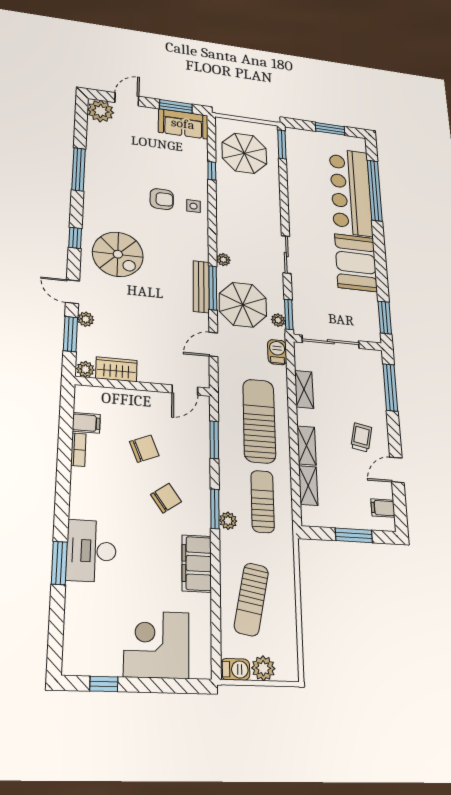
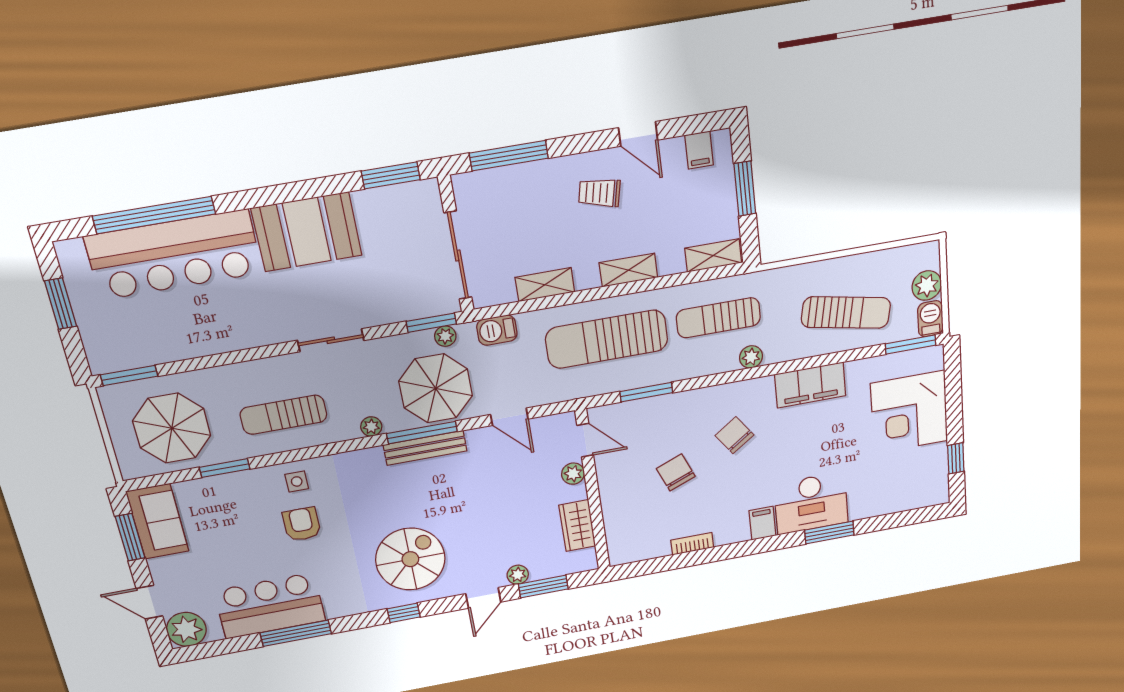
bar counter: (105, 162) -> (270, 606), added
window: (212, 171) -> (225, 468), width x1.50
sun lounger: (241, 214) -> (284, 415), added
plant: (85, 369) -> (573, 474), moved
filing cabinet: (86, 423) -> (762, 523), moved
shelving: (308, 486) -> (713, 256), moved
window: (215, 509) -> (911, 344), moved

